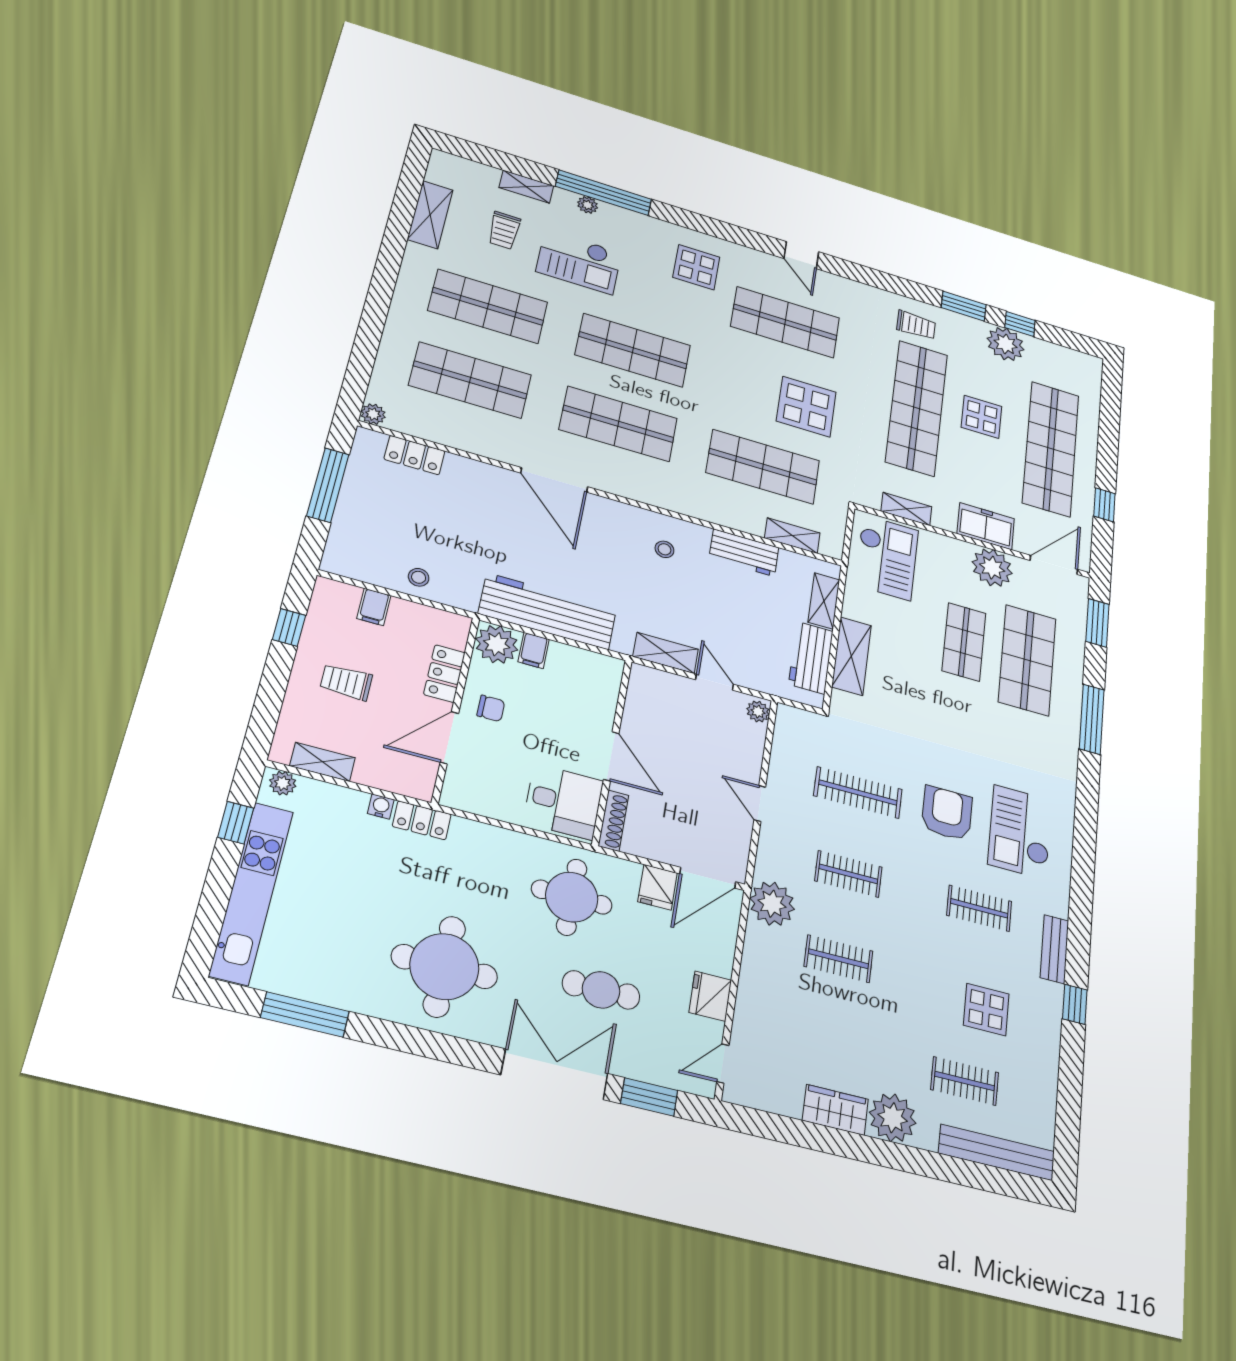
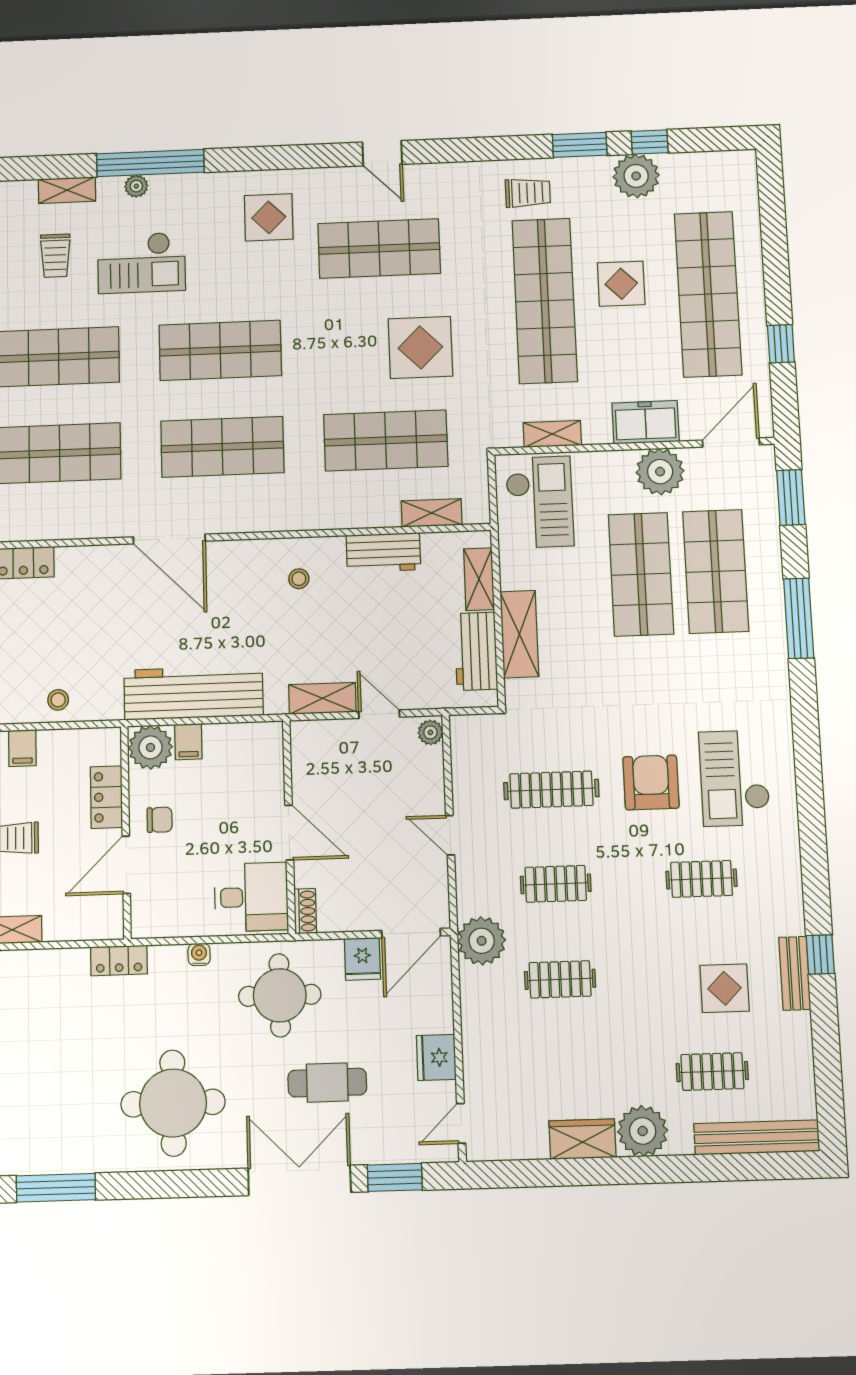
shop shelf: (964, 642) -> (641, 574), width x1.43, depth x1.36
water cooler: (381, 807) -> (199, 954), moved
shoe rack: (613, 821) -> (305, 911), width x0.70
bench: (1054, 949) -> (795, 973), moved

